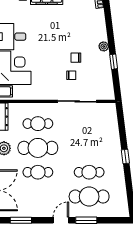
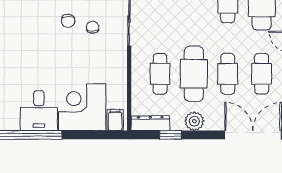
cafe table: (38, 197) -> (262, 74), added

